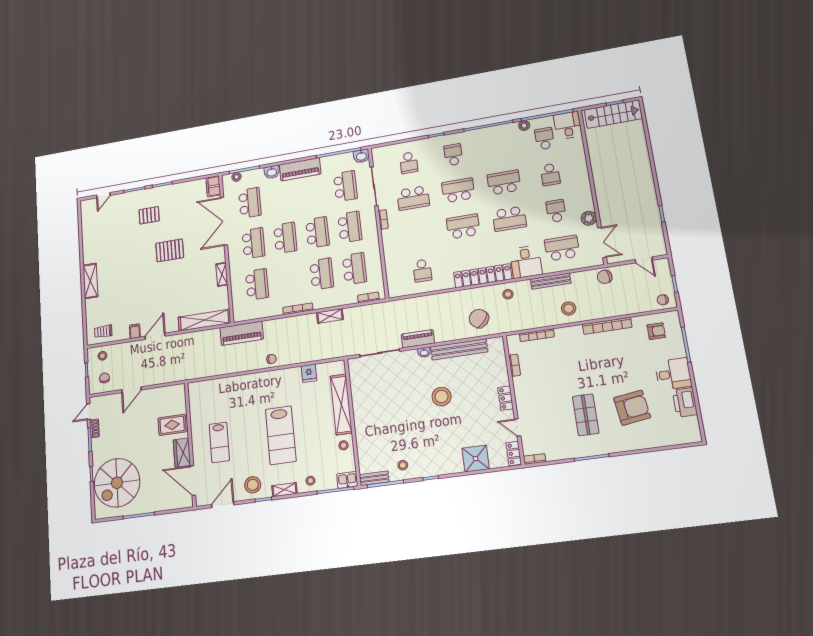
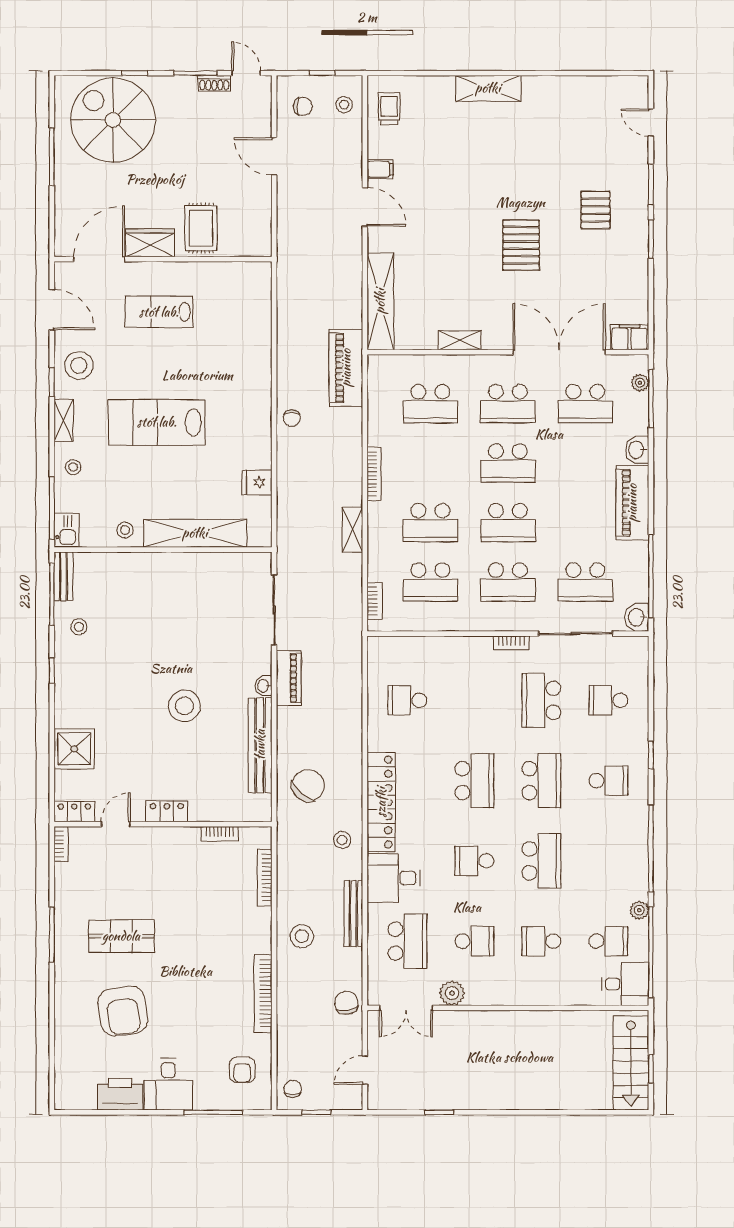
school desk: (509, 219) -> (474, 861), width x0.54

